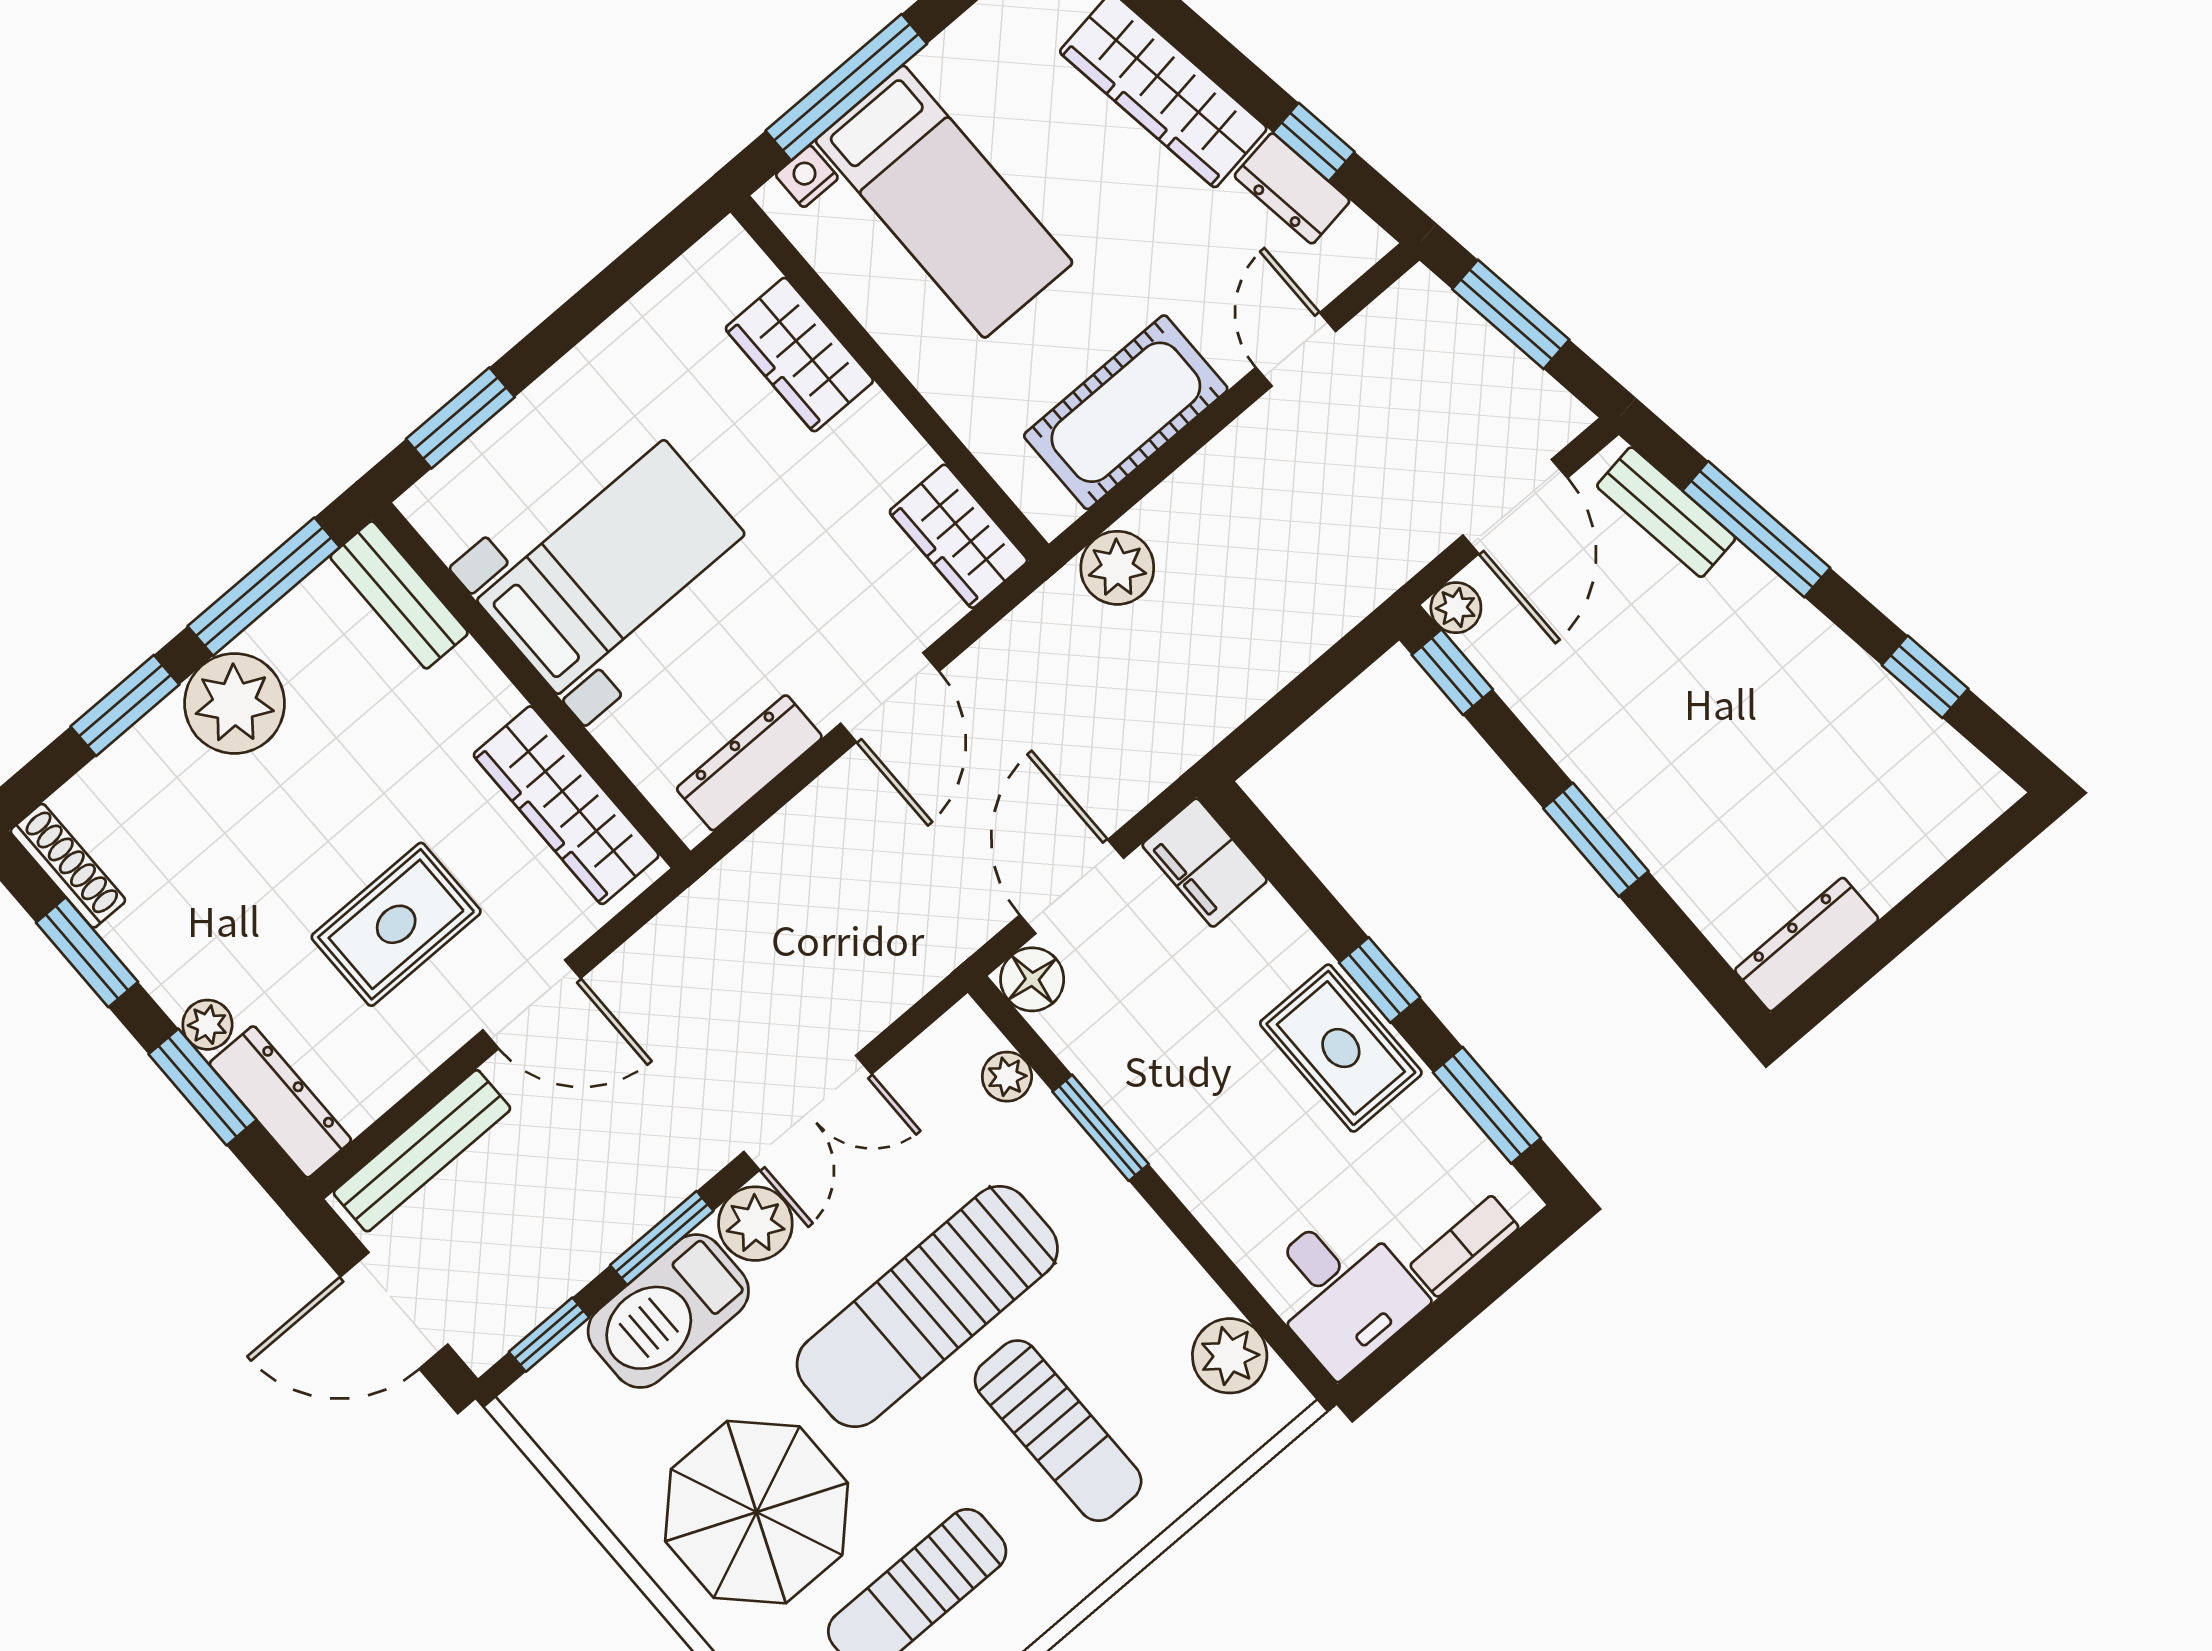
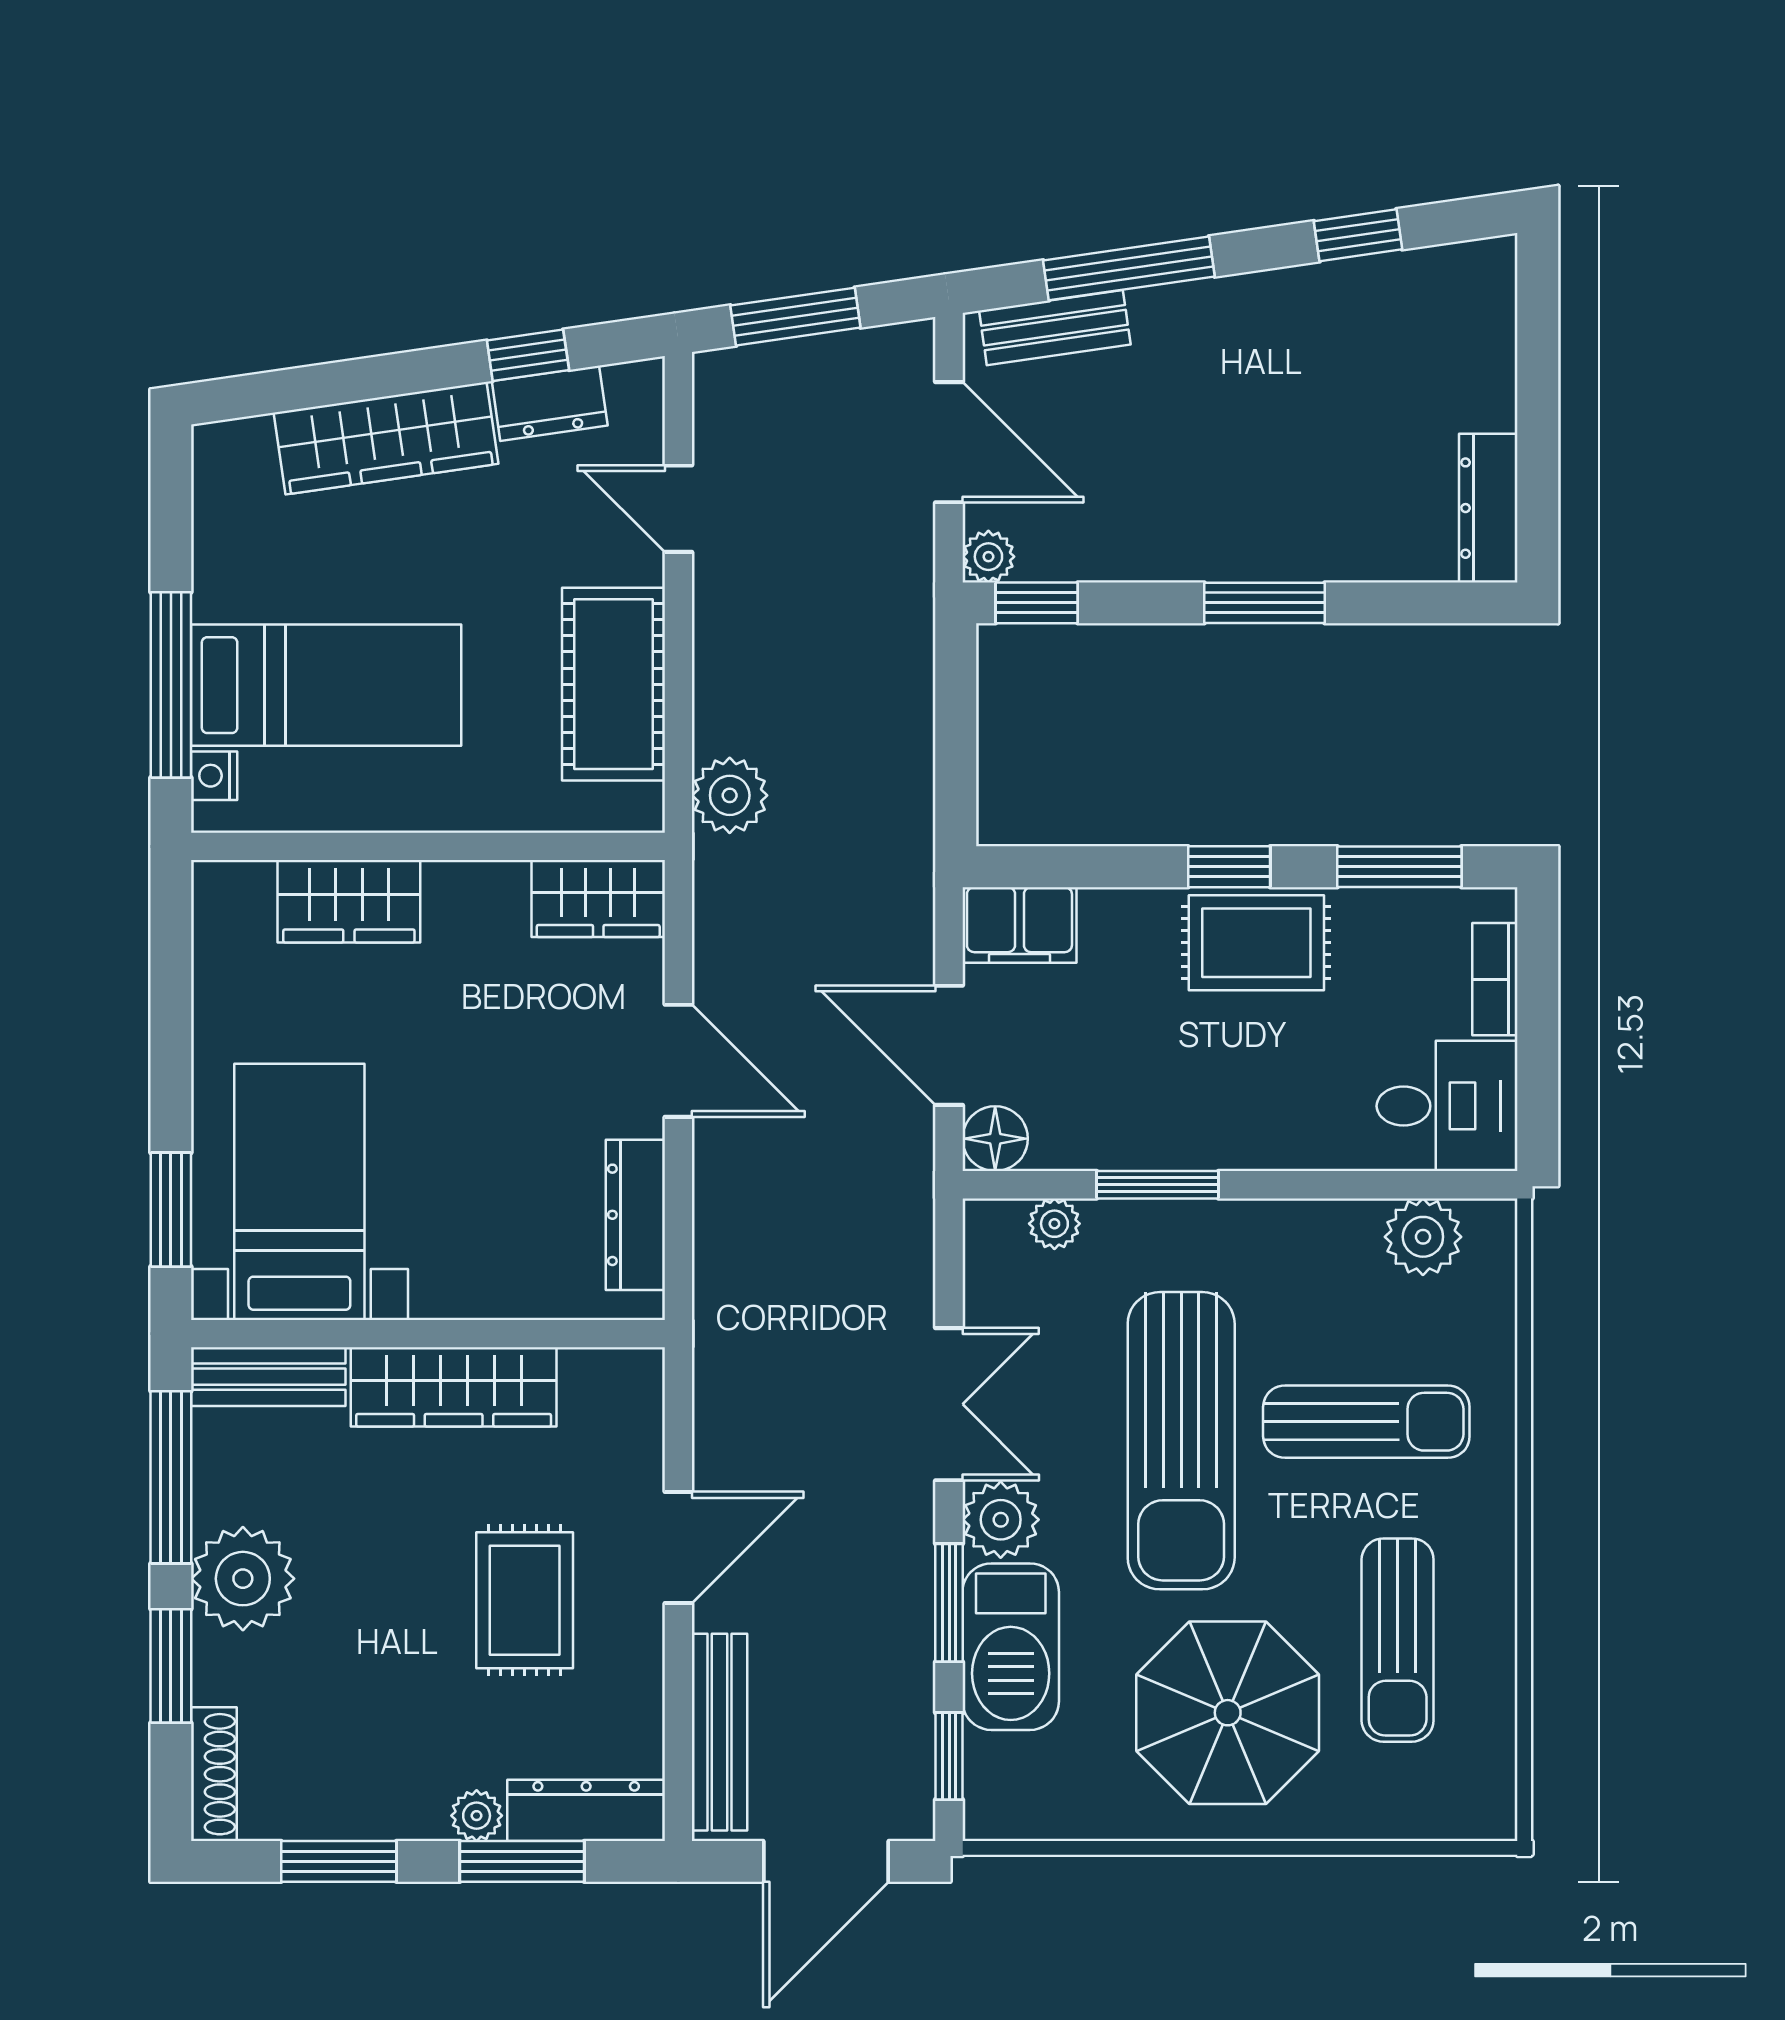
bed with nightstands: (611, 567) -> (299, 1192), moved
wardrobe: (566, 805) -> (454, 1387), moved
shoe rack: (68, 866) -> (214, 1774), moved, turned 90

